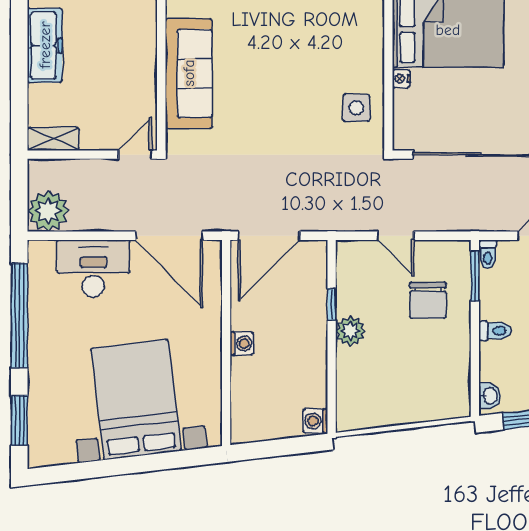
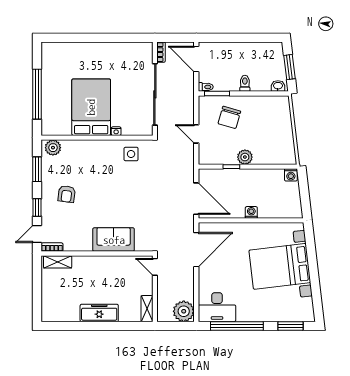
sofa: (189, 73) -> (114, 240), width x0.73
door: (396, 236) -> (196, 134), swing flipped
desk: (93, 268) -> (217, 307), moved, turned -90
chair: (428, 300) -> (229, 117), turned 106

